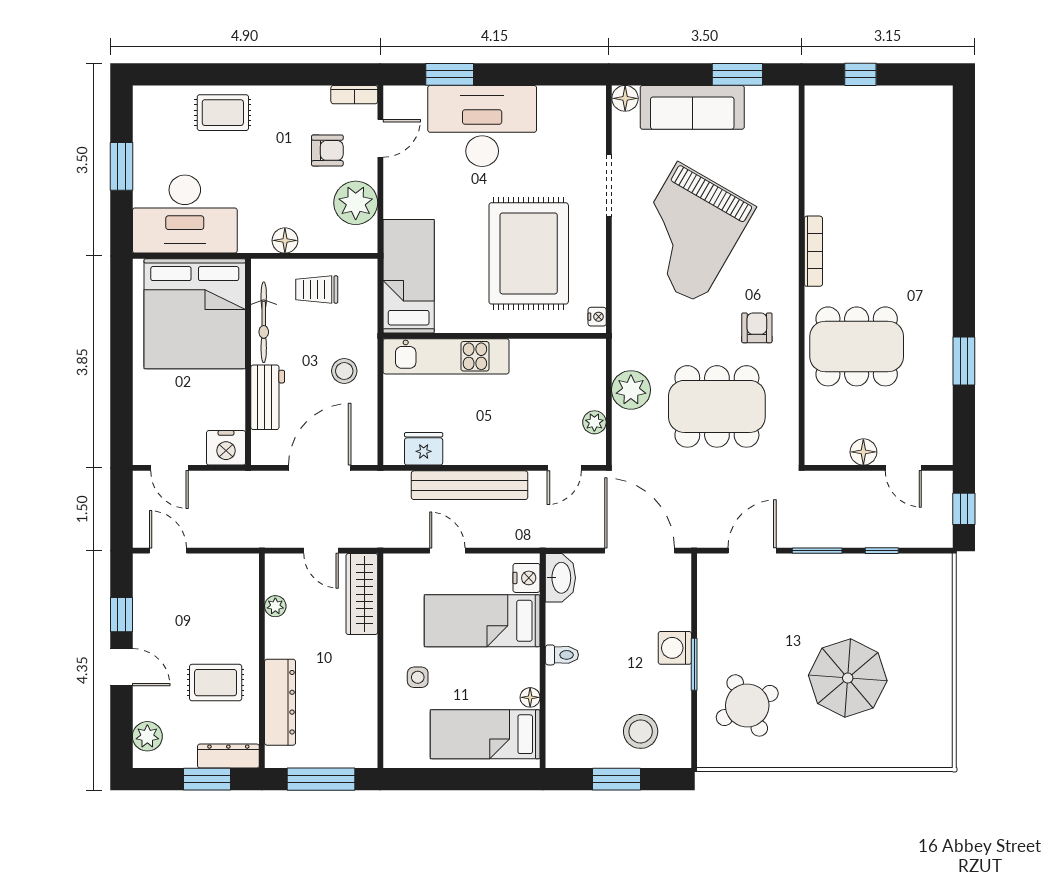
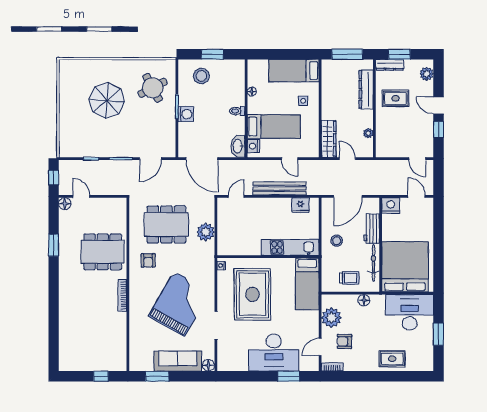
plant: (594, 422) -> (222, 217), removed
floor lamp: (863, 452) -> (65, 204), moved
bed: (485, 734) -> (294, 71), moved, turned 180

